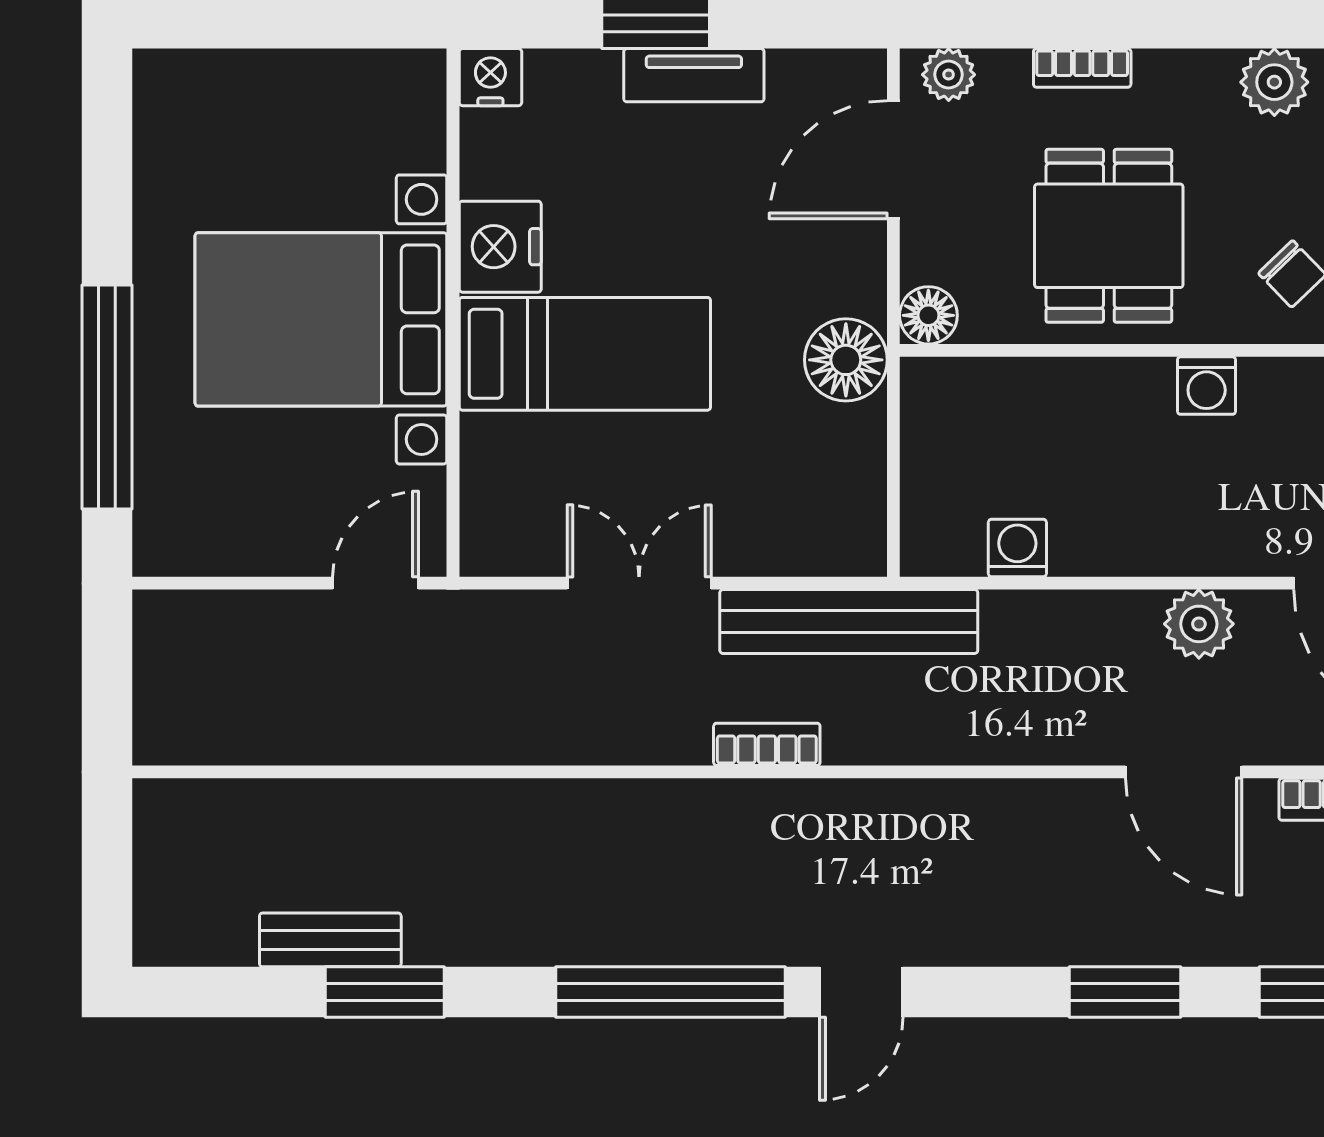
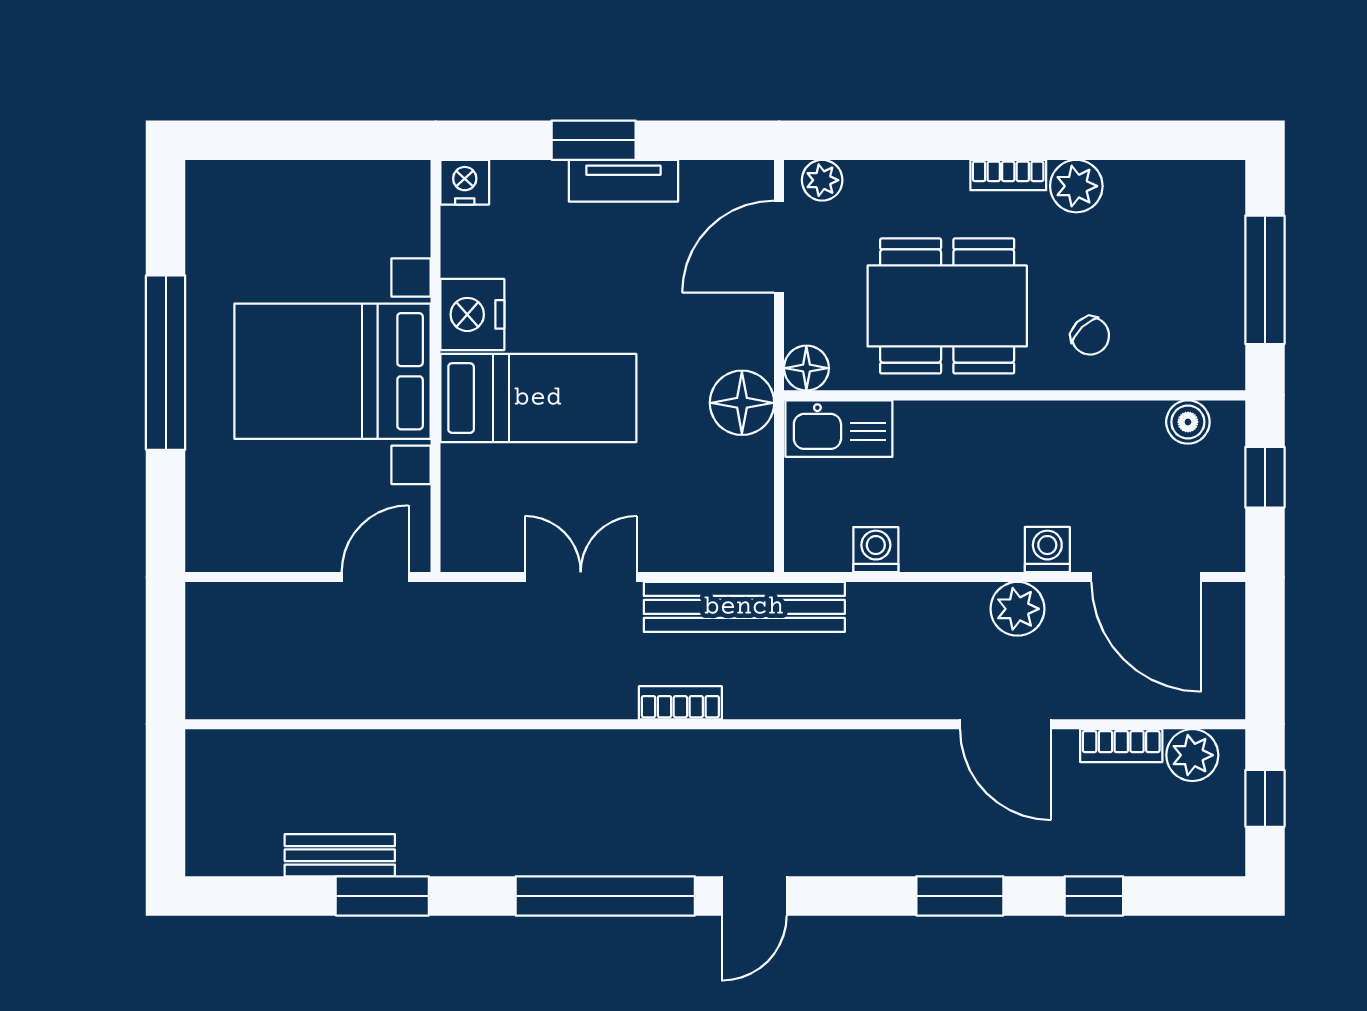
bookcase: (1082, 68) -> (1008, 175), moved
dining table: (1109, 236) -> (947, 306), width x1.38
washing machine: (1207, 386) -> (1047, 550), moved, turned 180
kitchen sink: (970, 393) -> (839, 429), added
window: (107, 397) -> (166, 363), moved

